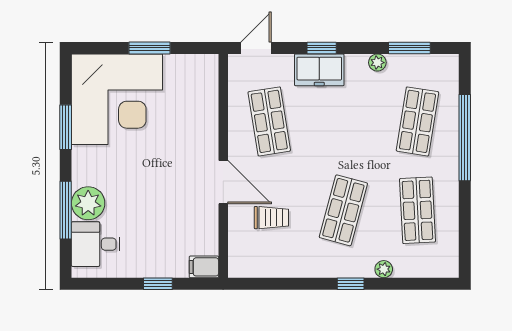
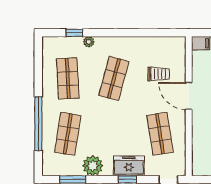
plant: (377, 63) -> (93, 166), width x1.87, depth x1.87
trolley: (271, 218) -> (159, 74), turned 180
window: (351, 284) -> (74, 33), moved

